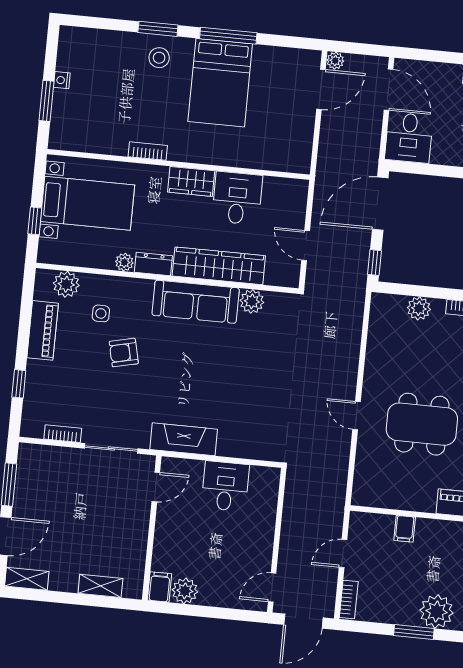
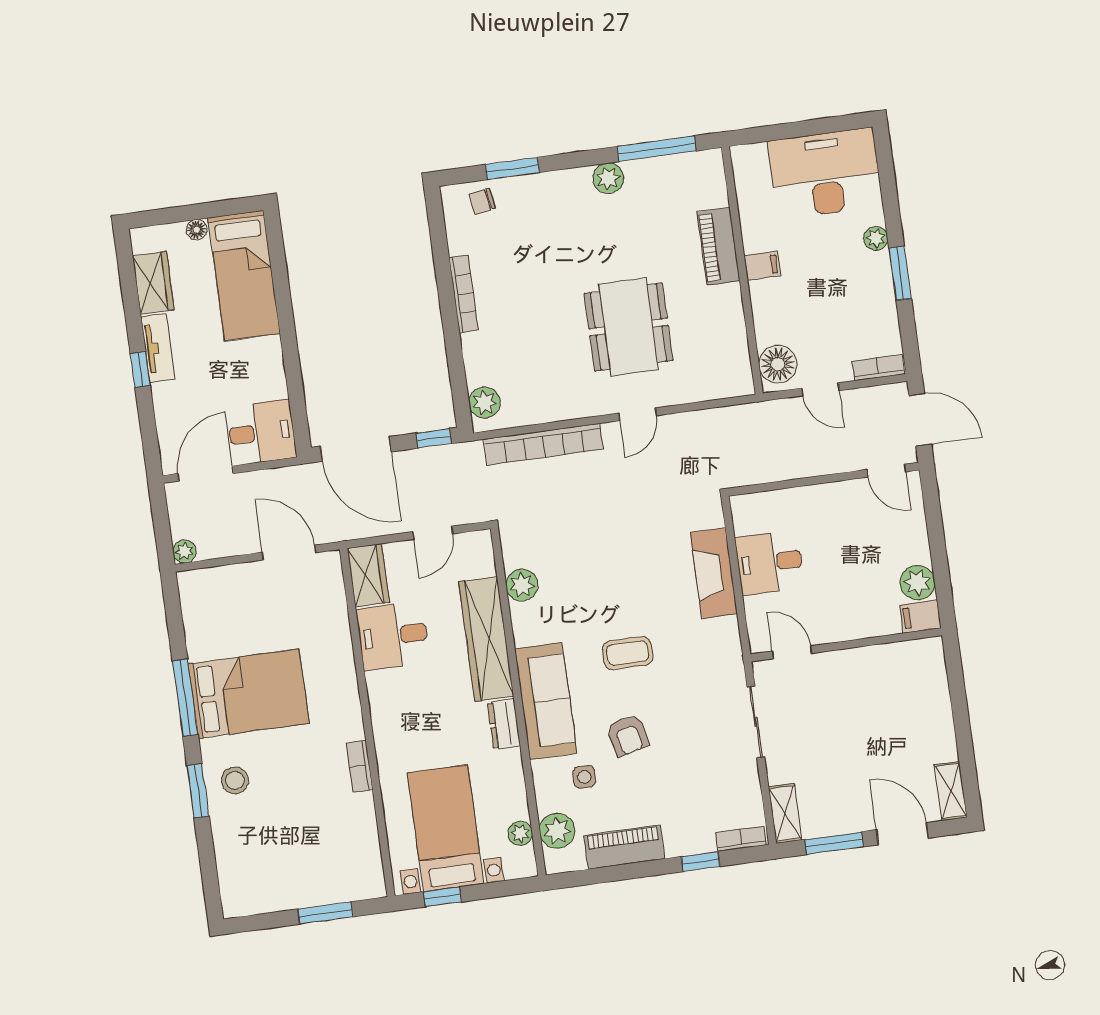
nightstand: (62, 80) -> (294, 899), removed
door: (321, 89) -> (289, 552), moved
wardrobe: (191, 181) -> (368, 575), moved
window: (35, 221) -> (443, 897), moved
plant: (124, 262) -> (520, 833), moved
sofa: (196, 302) -> (546, 701), moved
plant: (419, 308) -> (485, 403), moved
bookcase: (351, 342) -> (544, 444), added
coffee table: (184, 367) -> (628, 653), added
bookcase: (63, 434) -> (741, 839), moved, turned 90
fireplace: (184, 439) -> (714, 573), moved
floor lamp: (369, 527) -> (778, 364), added
filing cabinet: (405, 529) -> (762, 266), moved
shelving: (100, 586) -> (785, 813), moved
plant: (437, 612) -> (876, 238), width x0.53, depth x0.53

